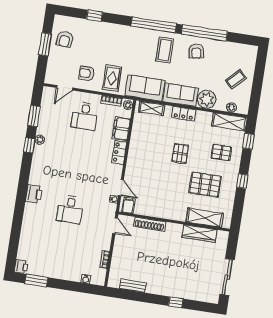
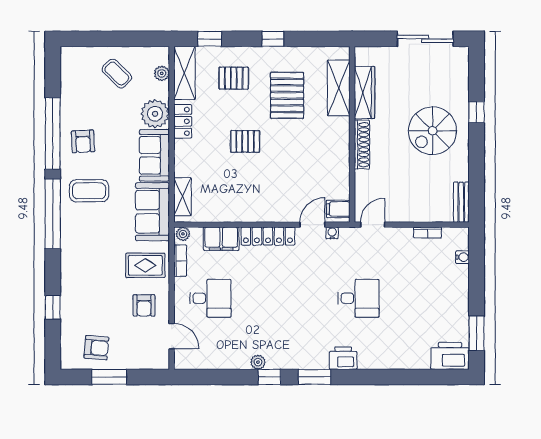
armchair: (196, 51) -> (83, 141), turned 97
locker: (184, 114) -> (183, 121), moved
window: (34, 116) -> (315, 377), moved
locker: (119, 152) -> (268, 236), width x1.53
pallet: (221, 152) -> (234, 78), turned 90
shoe rack: (150, 224) -> (362, 145), moved
printer: (21, 267) -> (450, 356), width x1.87, depth x1.48
spiral stairs: (168, 273) -> (433, 131), added
bench: (133, 286) -> (461, 202), moved

